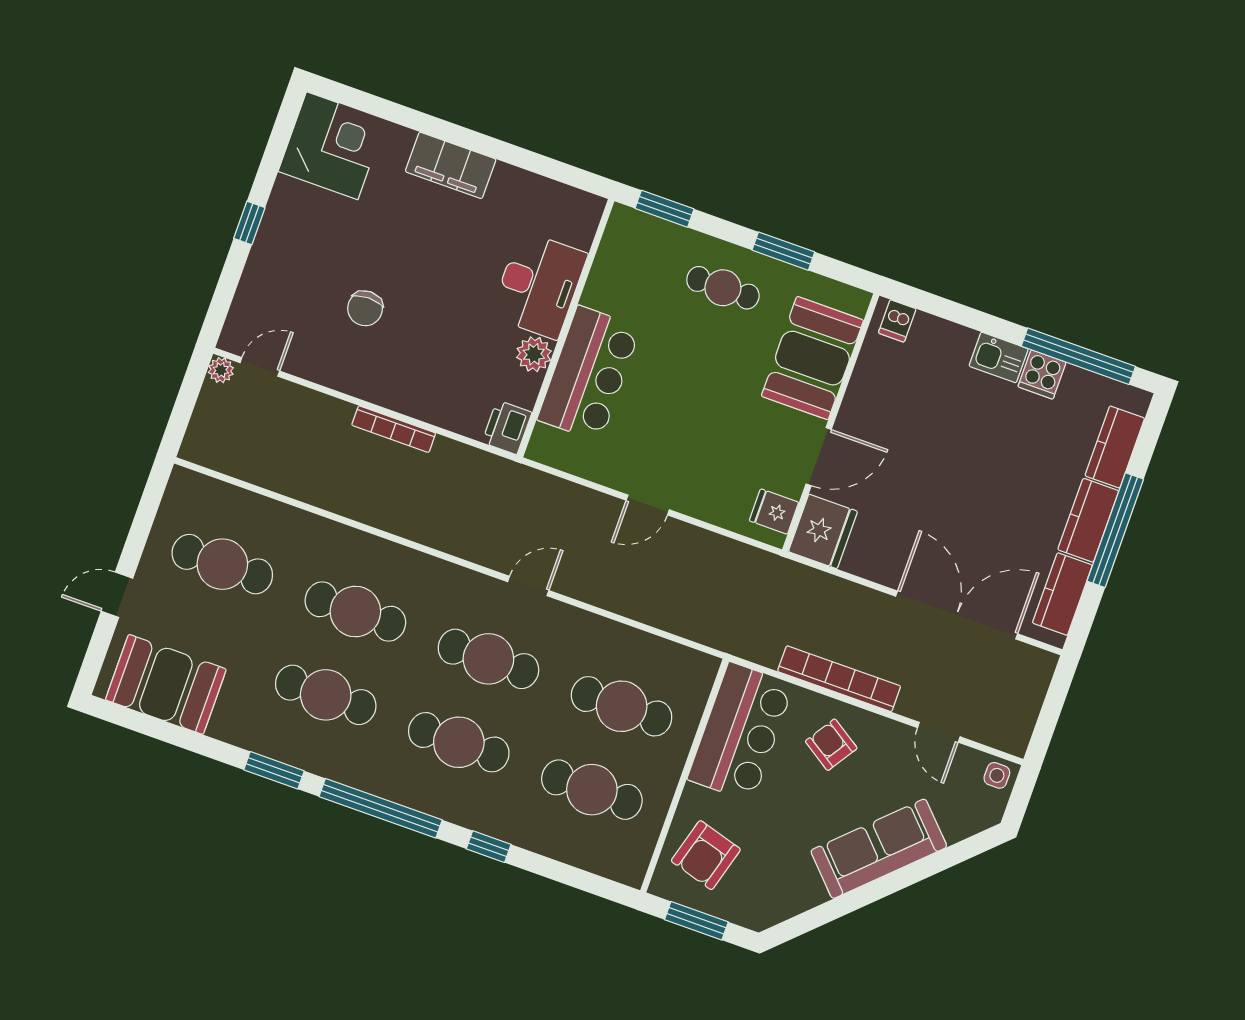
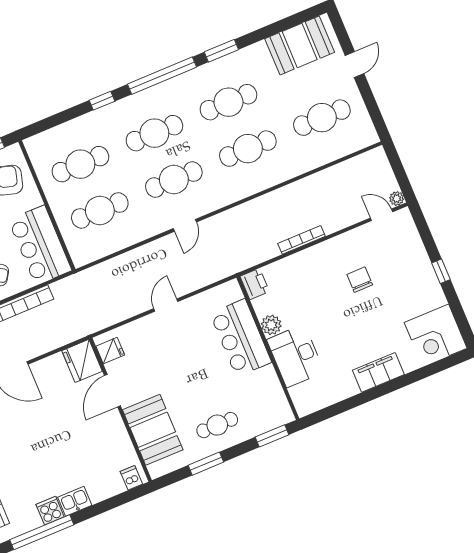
door: (260, 367) -> (382, 215), swing flipped

